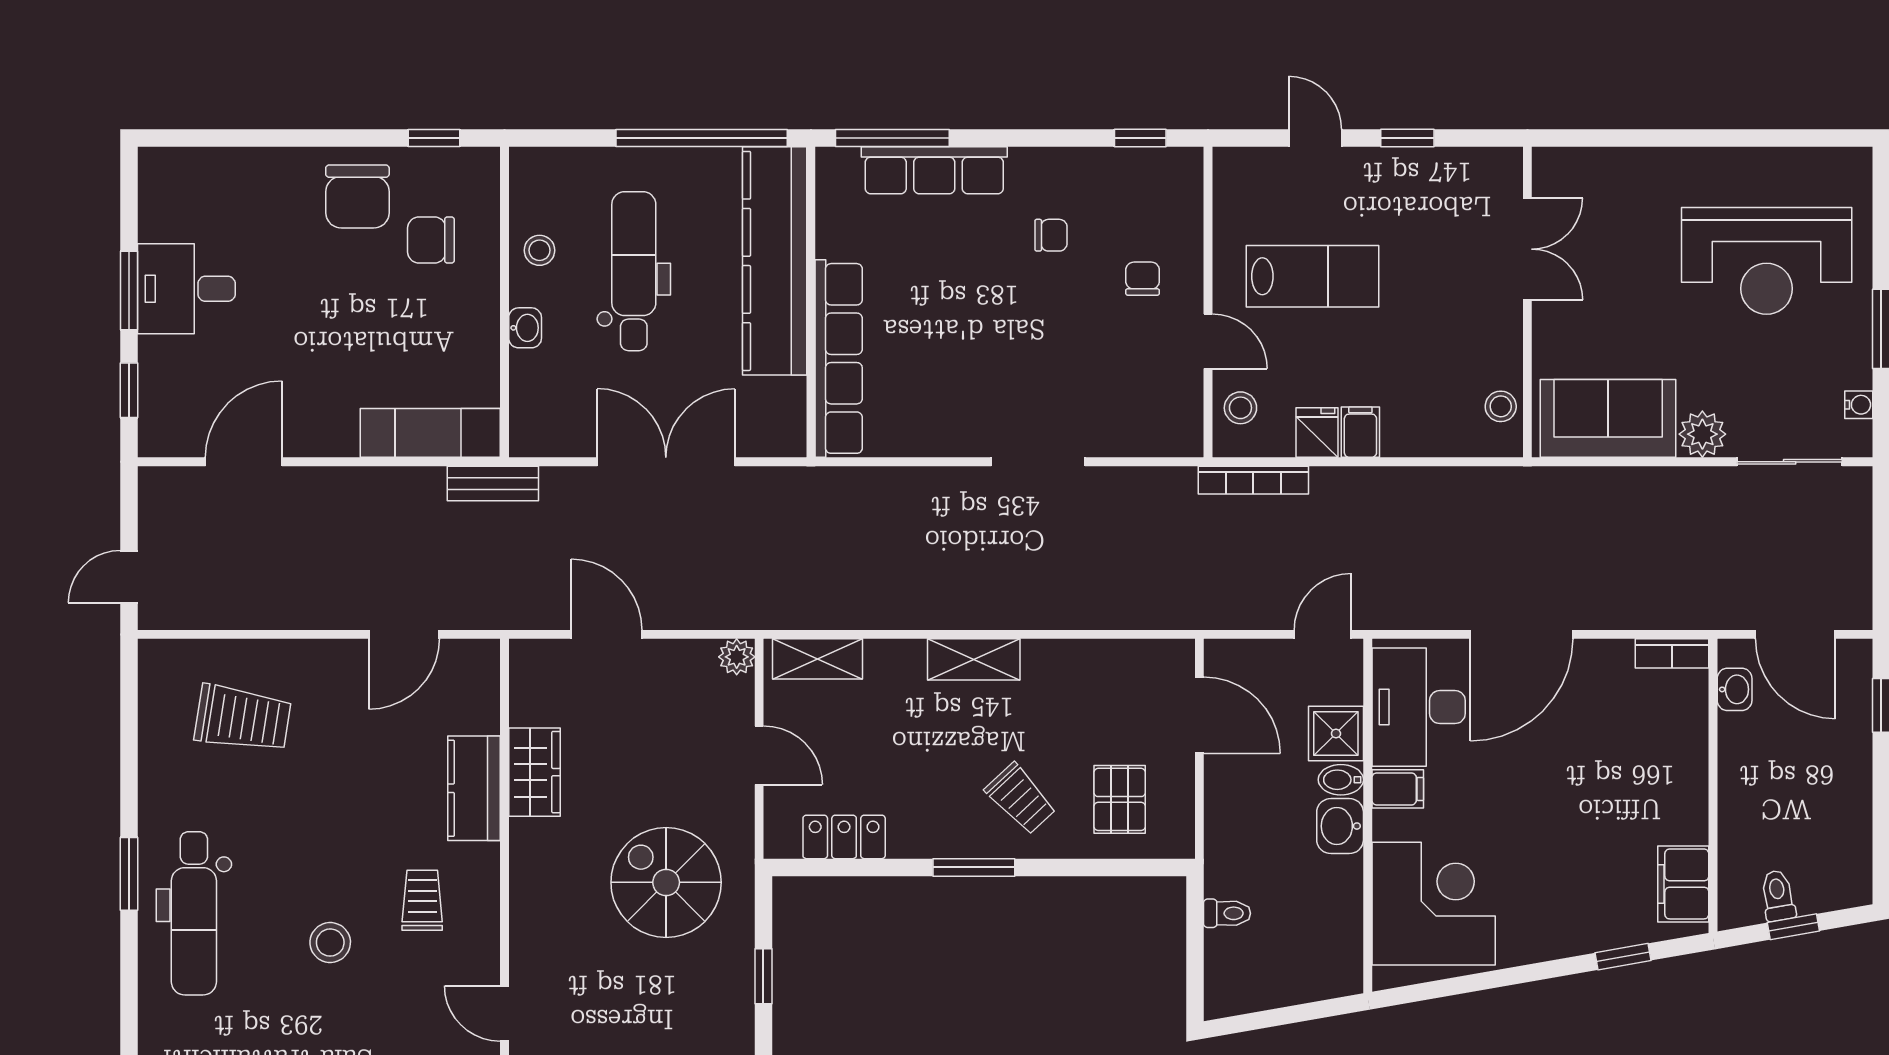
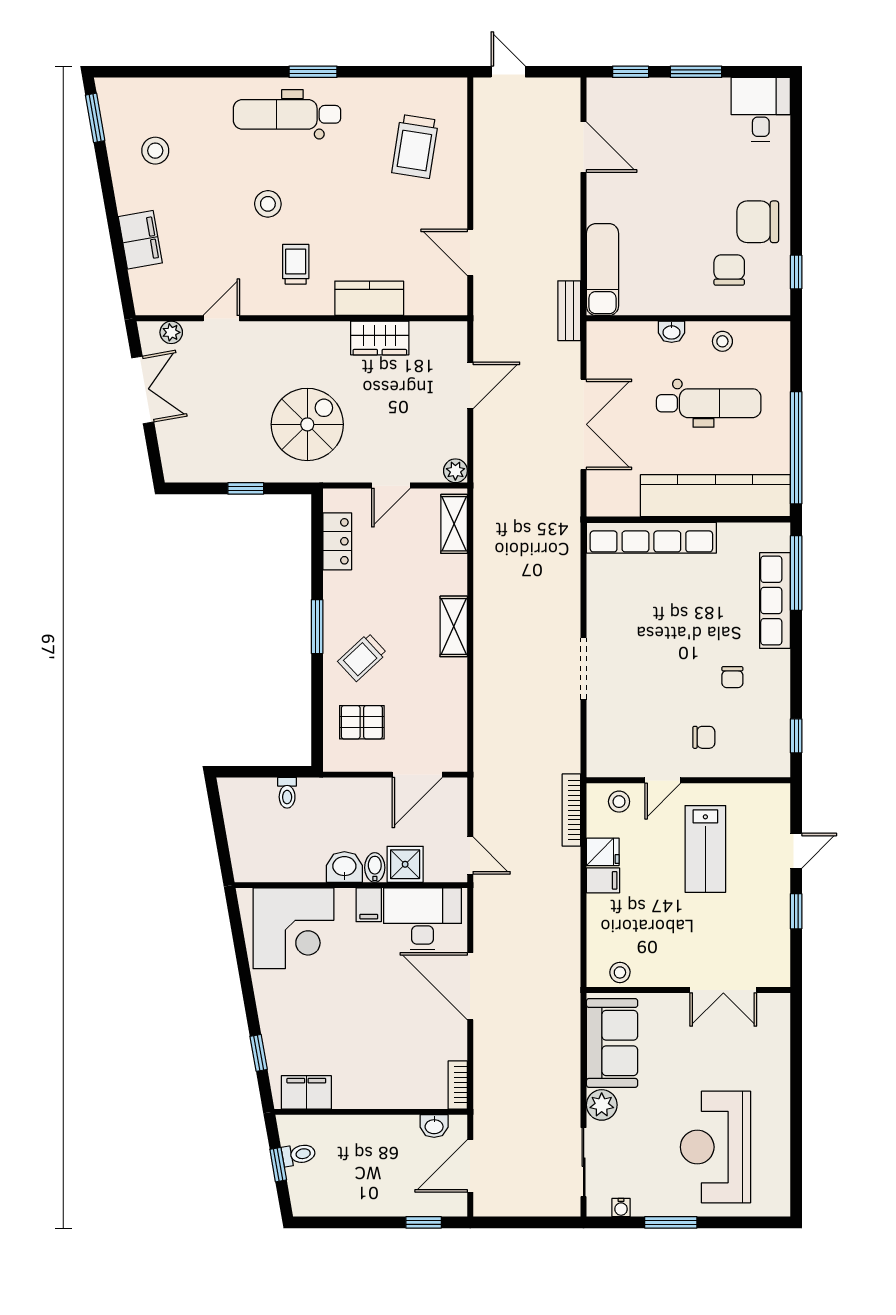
desk: (186, 289) -> (761, 109), moved
trolley: (422, 900) -> (296, 264), turned -90

